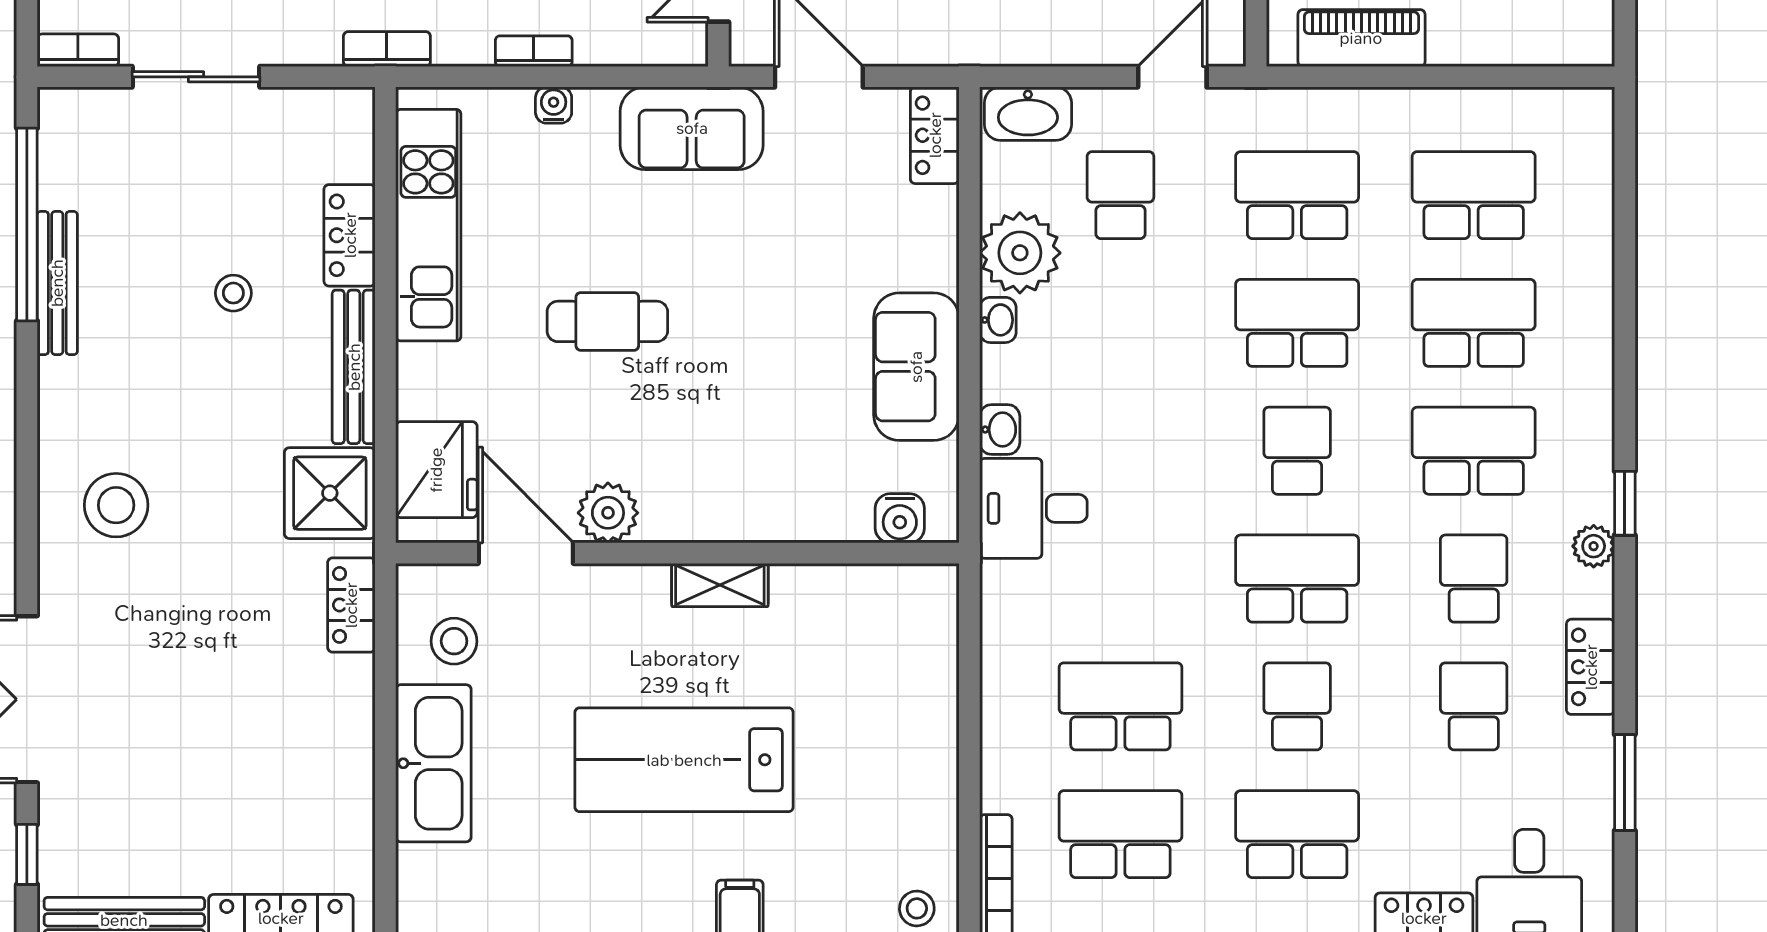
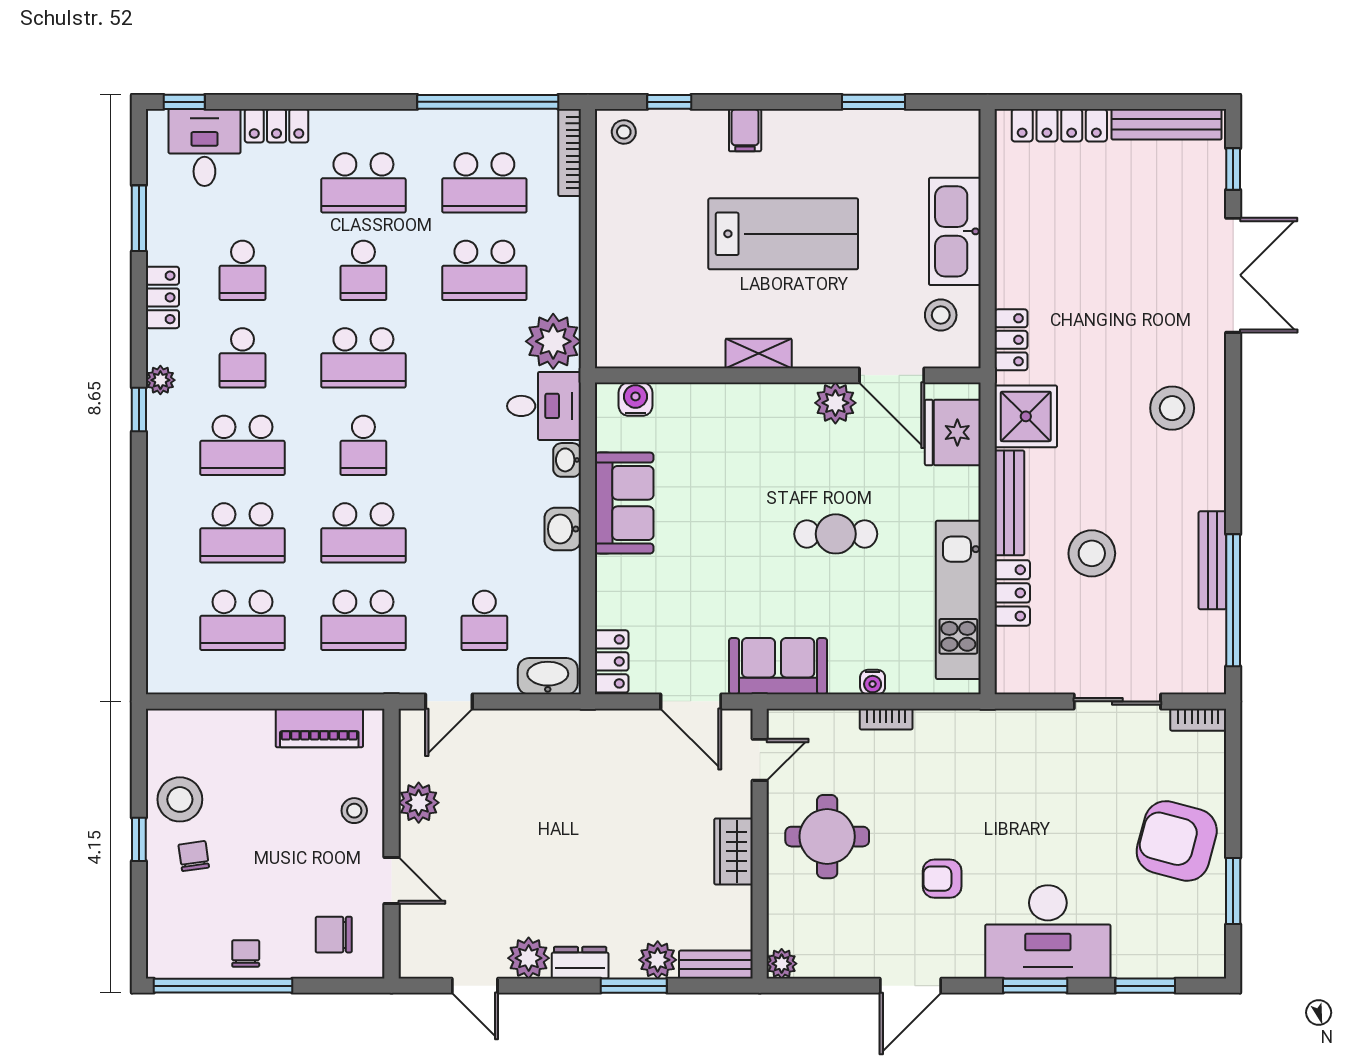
bookcase: (387, 49) -> (987, 720), removed
plant: (1020, 253) -> (553, 341), moved
stool: (233, 293) -> (1092, 553), width x1.89, depth x1.89
washbasin: (998, 320) -> (563, 529), width x1.38, depth x1.45

